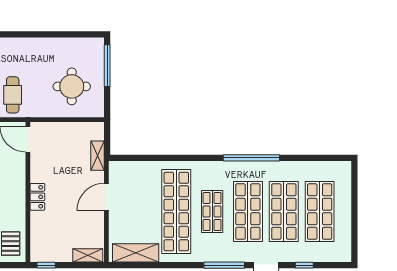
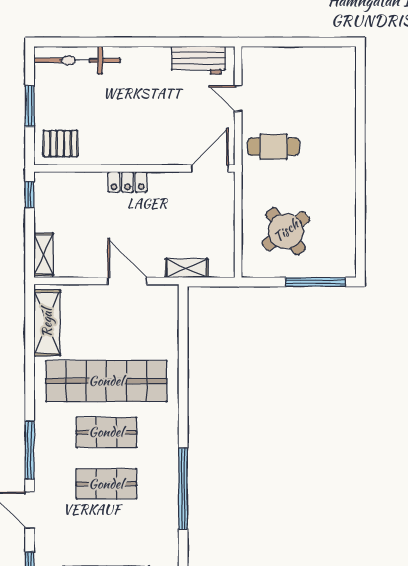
round table: (72, 86) -> (286, 231), turned -37
shop shelf: (248, 212) -> (106, 484), width x0.70, depth x0.74
shop shelf: (284, 212) -> (106, 535), removed

